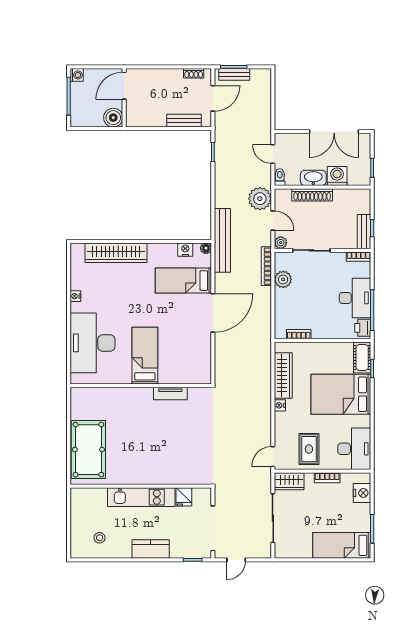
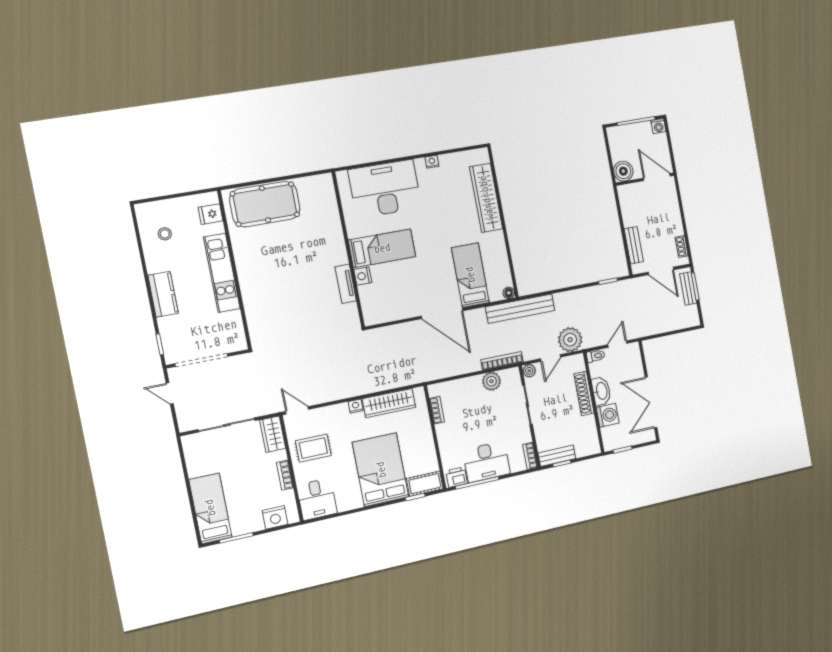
nightstand: (185, 250) -> (363, 276), moved, turned 180
desk: (354, 449) -> (317, 499), width x0.73
fridge: (184, 497) -> (211, 214), moved

